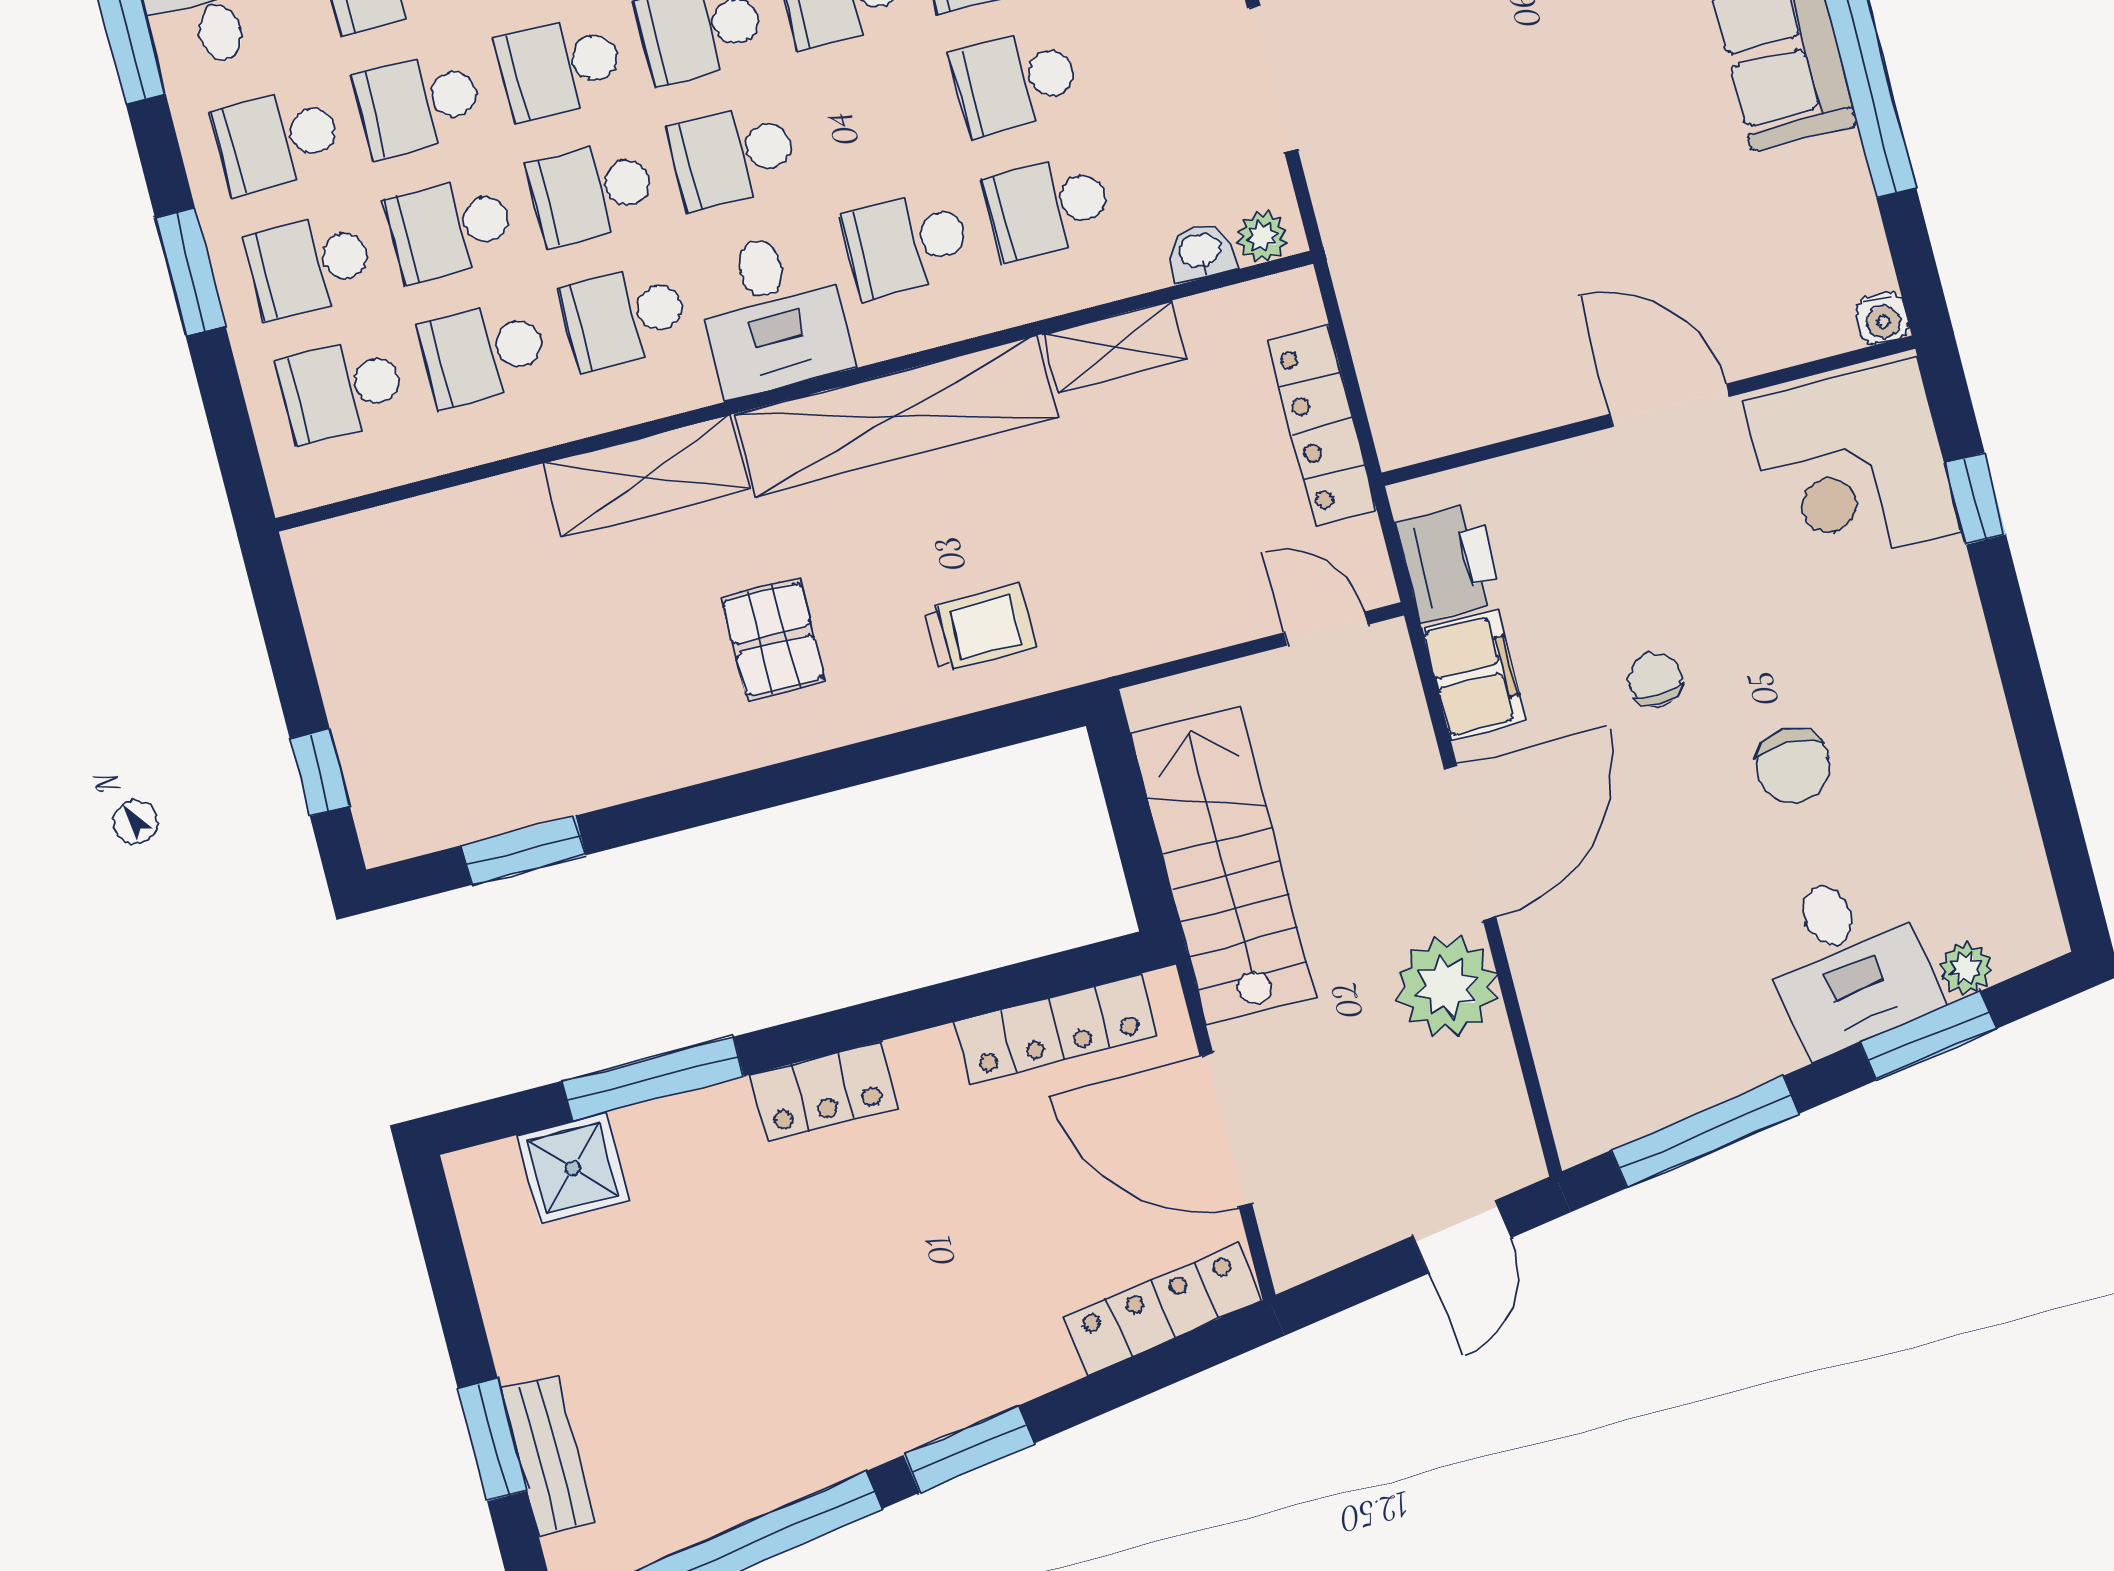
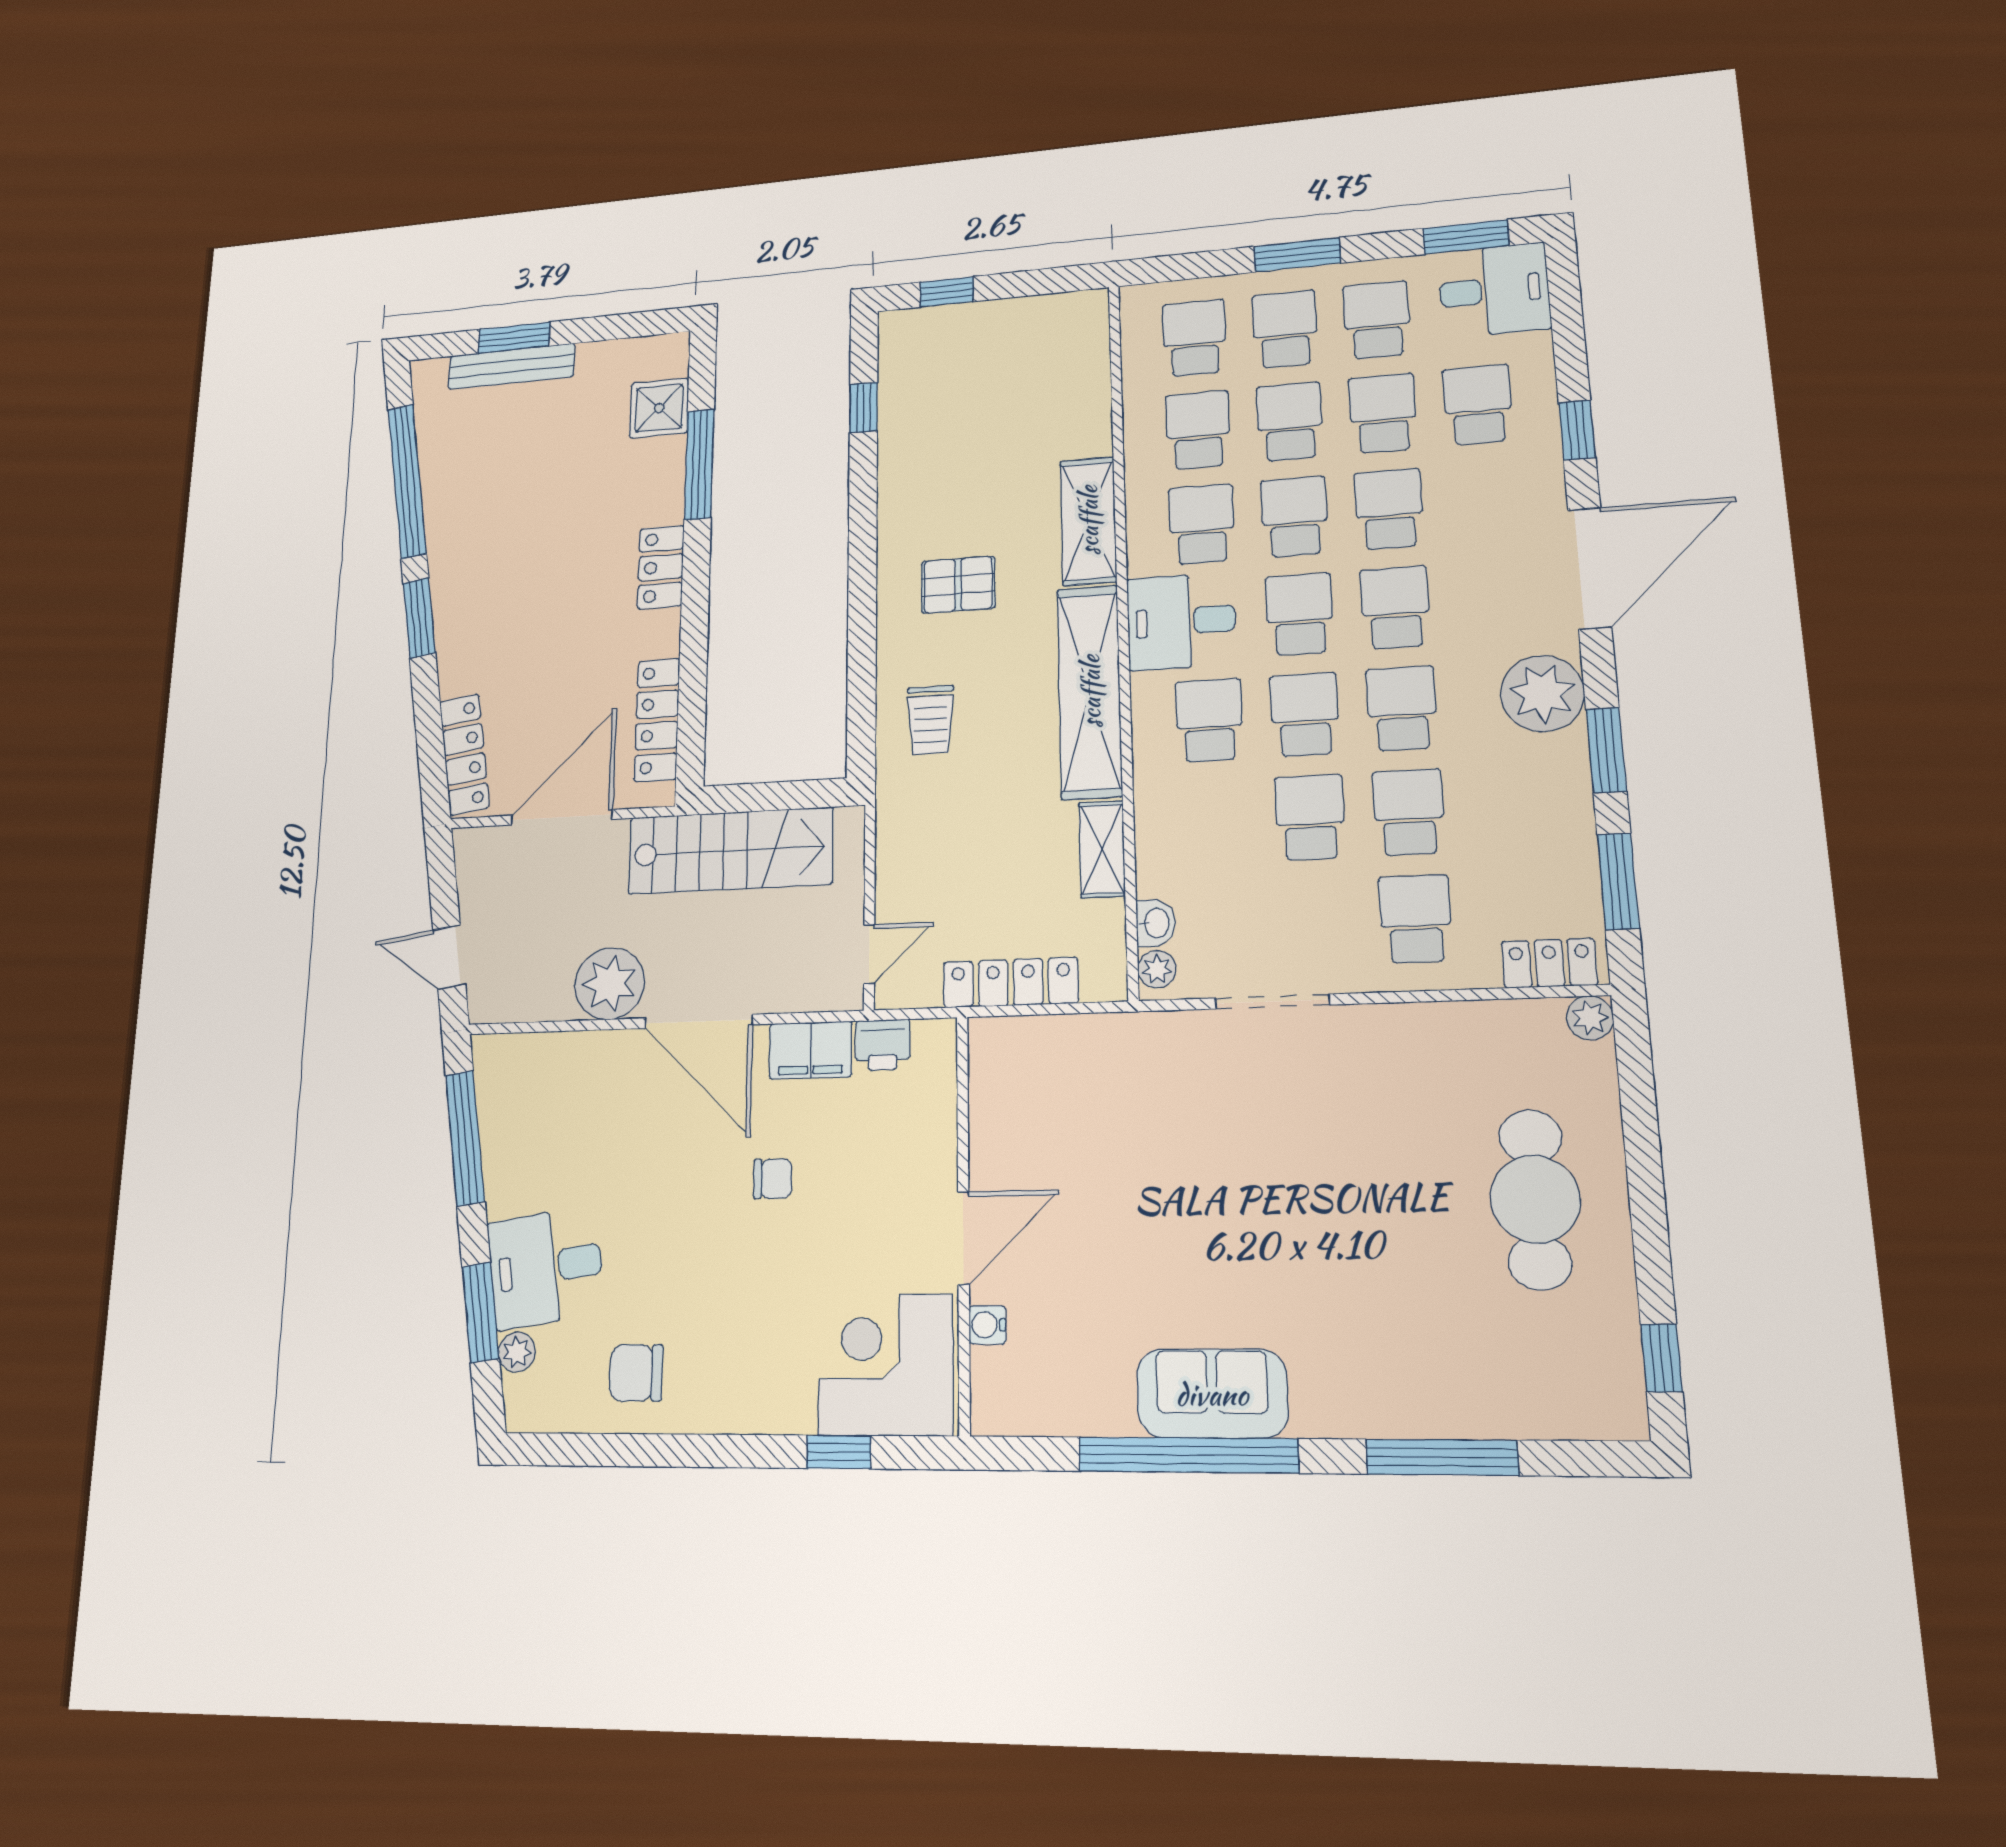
school desk: (1048, 207) -> (1305, 714), moved
water cooler: (1882, 318) -> (987, 1325), moved
printer: (1449, 562) -> (883, 1045), width x0.73, depth x0.81
chair: (1793, 766) -> (636, 1373), moved
window: (524, 850) -> (864, 408), width x0.67
bench: (548, 1456) -> (511, 366), width x1.36

